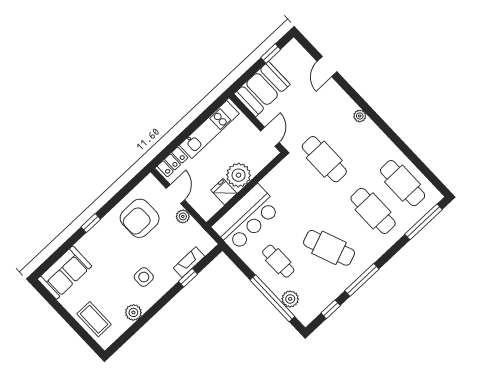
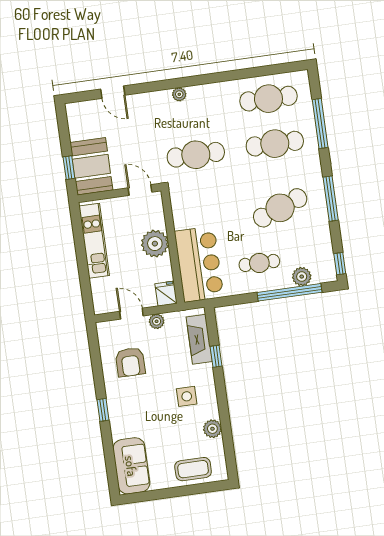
window: (271, 54) -> (69, 168), moved
locker: (173, 162) -> (100, 295), removed
fridge: (224, 192) -> (166, 294), moved, turned 90
armchair: (140, 218) -> (130, 362), width x0.73, depth x0.73
window: (423, 222) -> (320, 123), moved
fireplace: (189, 262) -> (199, 339), width x1.37, depth x1.32
window: (331, 309) -> (340, 264), moved

